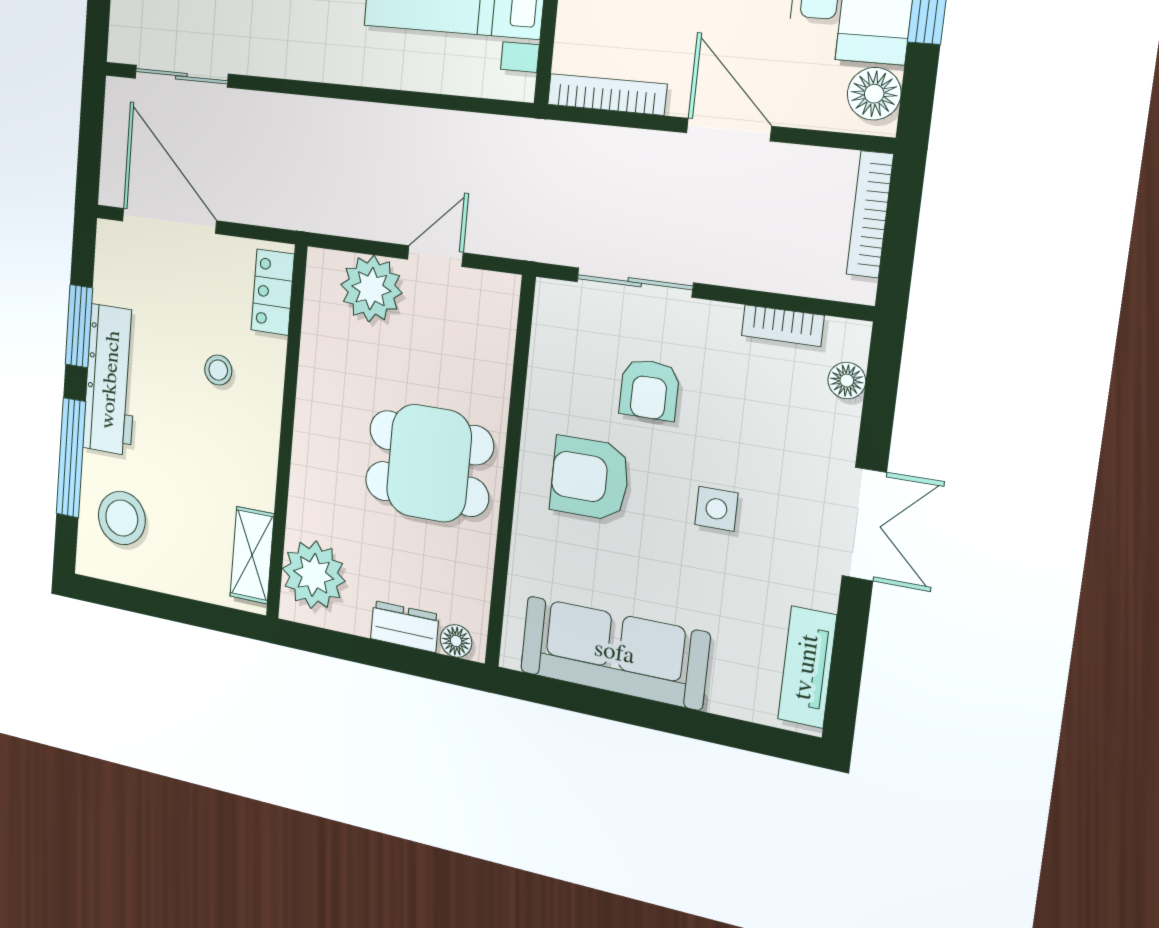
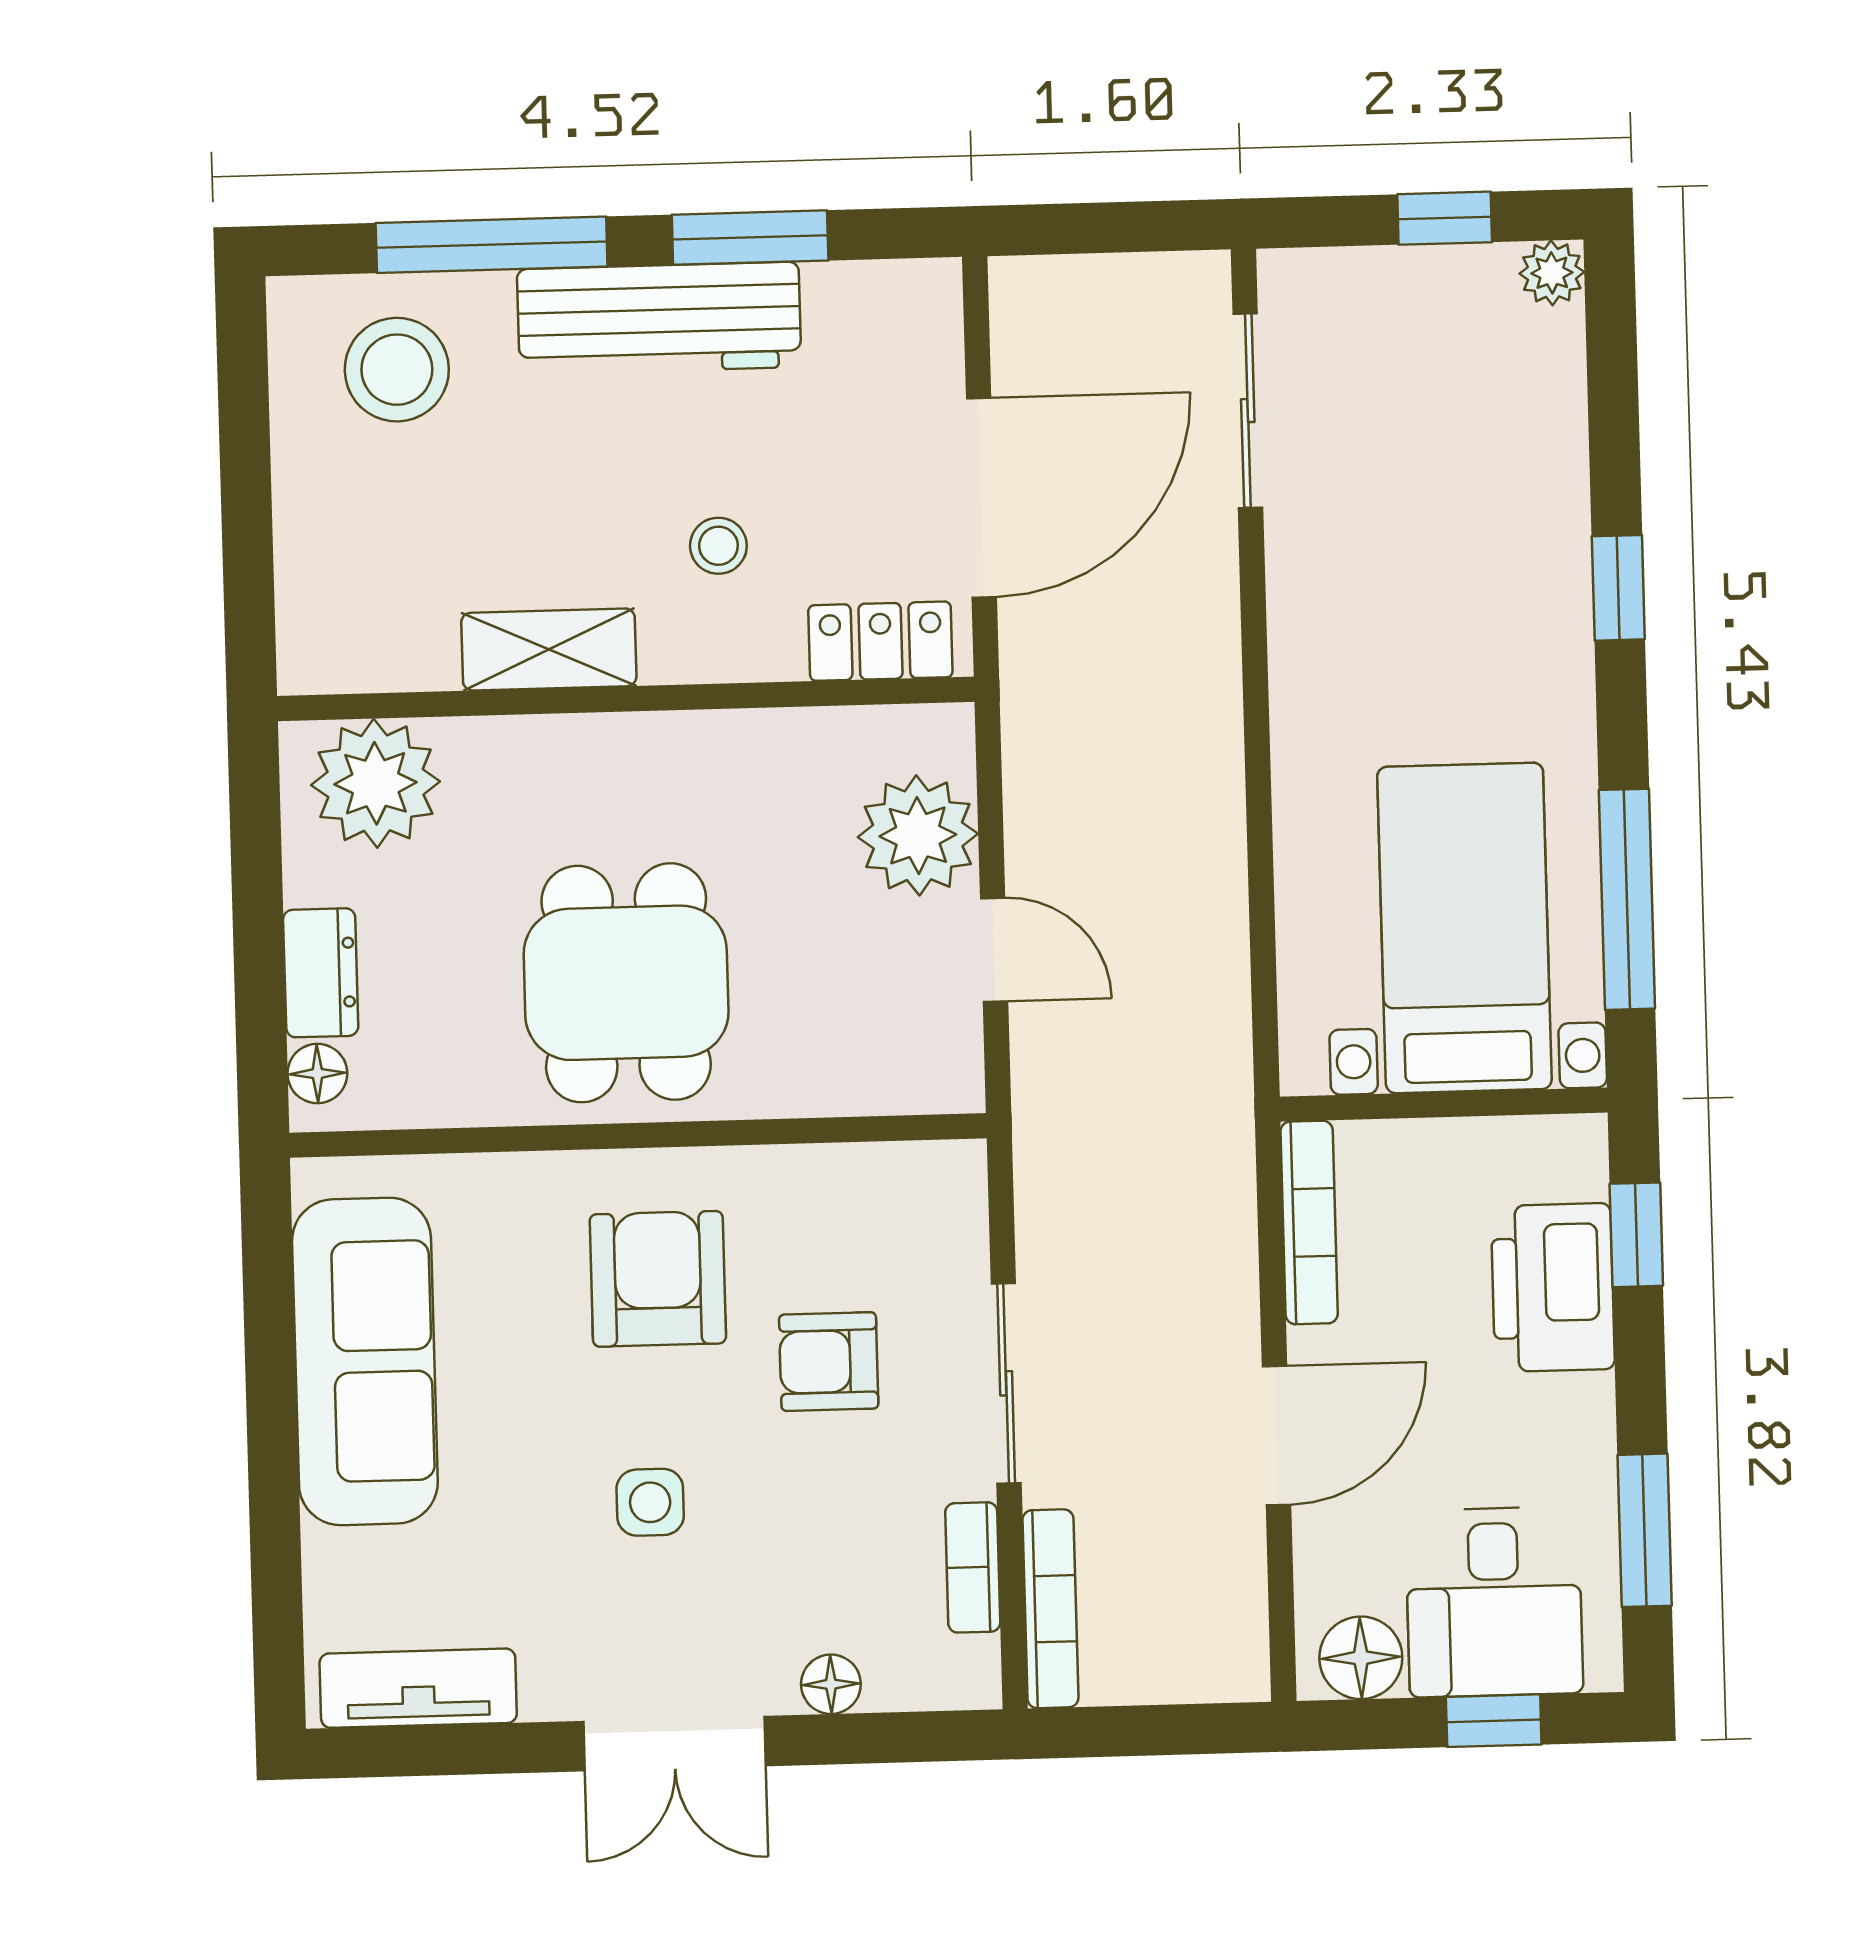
bookcase: (870, 214) -> (1050, 1609), moved, turned 90
door: (169, 221) -> (981, 498), moved
sliding door: (635, 282) -> (1006, 1383), moved
floor lamp: (847, 381) -> (831, 1684), moved
shelving: (252, 555) -> (549, 649), moved

